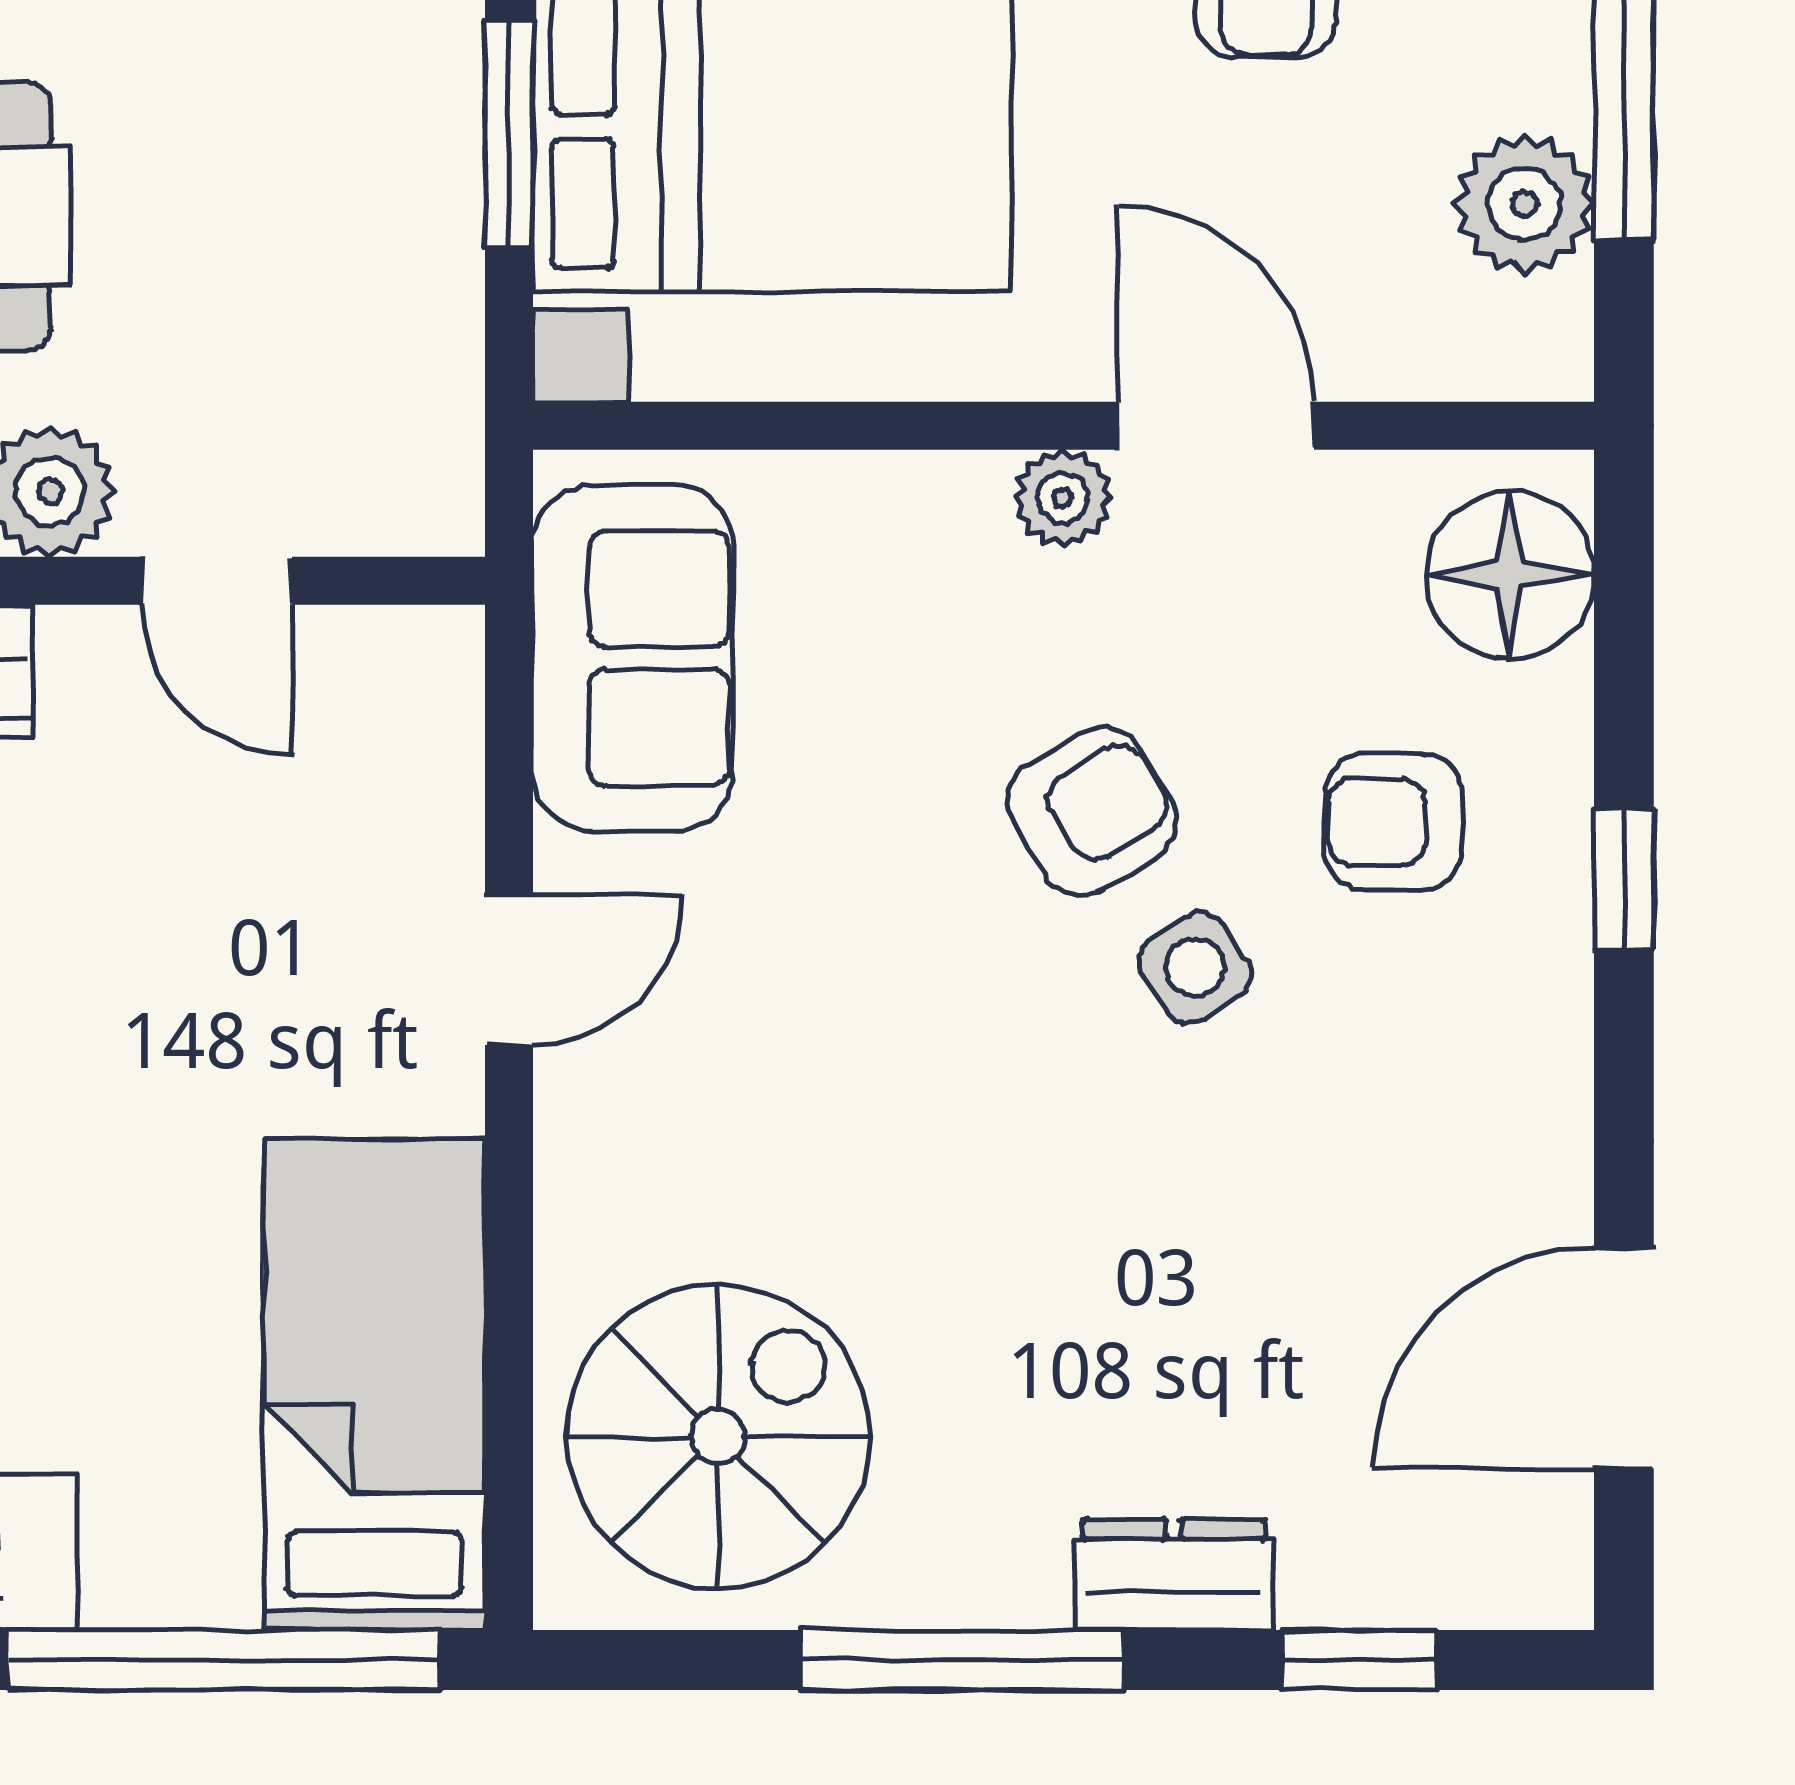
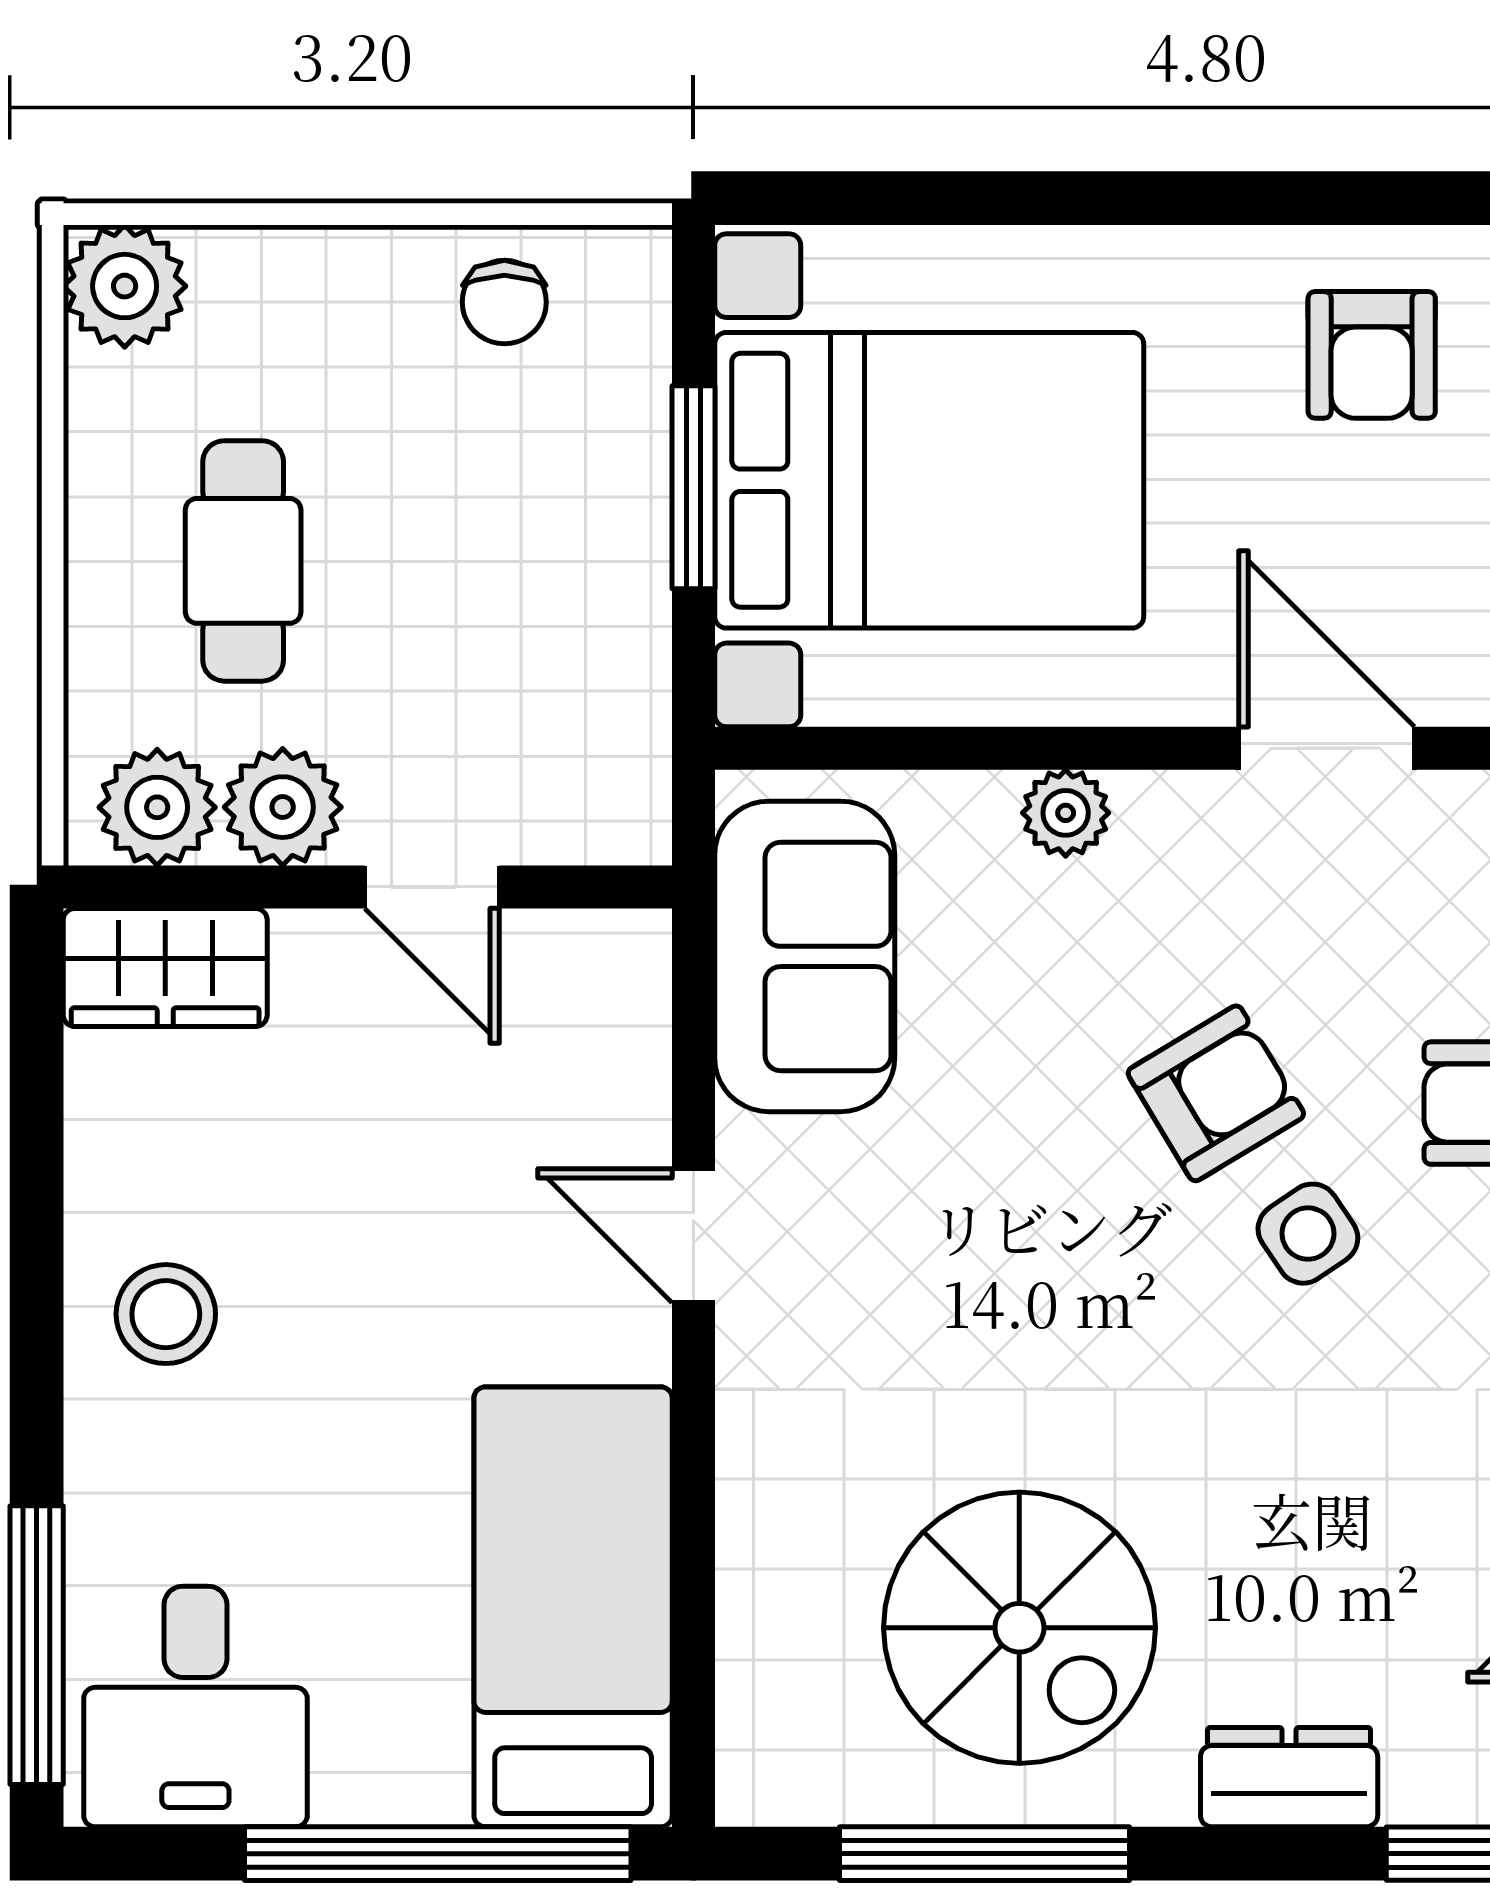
plant: (1063, 498) -> (1066, 813), moved
door: (509, 970) -> (693, 1236), swing flipped
spiral stairs: (718, 1436) -> (1019, 1628), moved, turned 90
window: (962, 1660) -> (985, 1854), moved

